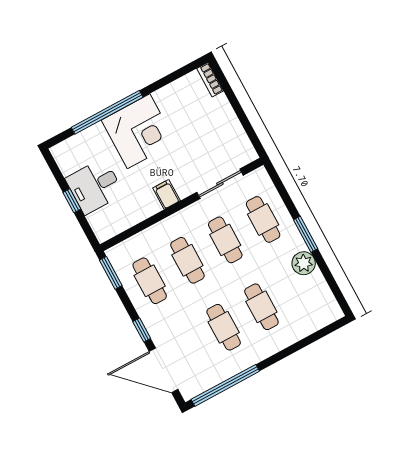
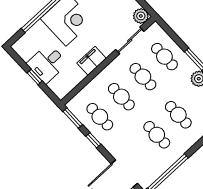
plant: (245, 153) -> (141, 16), added
filing cabinet: (166, 194) -> (92, 61), width x2.00
window: (142, 330) -> (93, 140), moved

